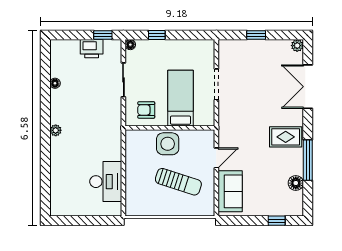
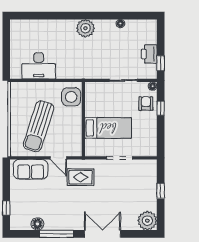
plant: (297, 46) -> (147, 221), width x1.87, depth x1.87
double door: (308, 87) -> (102, 234), moved
armchair: (146, 110) -> (146, 104), moved
plant: (56, 130) -> (85, 28), width x1.87, depth x1.87
rug: (286, 137) -> (81, 177), moved, turned 90
side table: (168, 144) -> (71, 97), moved
sun lounger: (178, 182) -> (39, 126), width x1.36, depth x1.34

